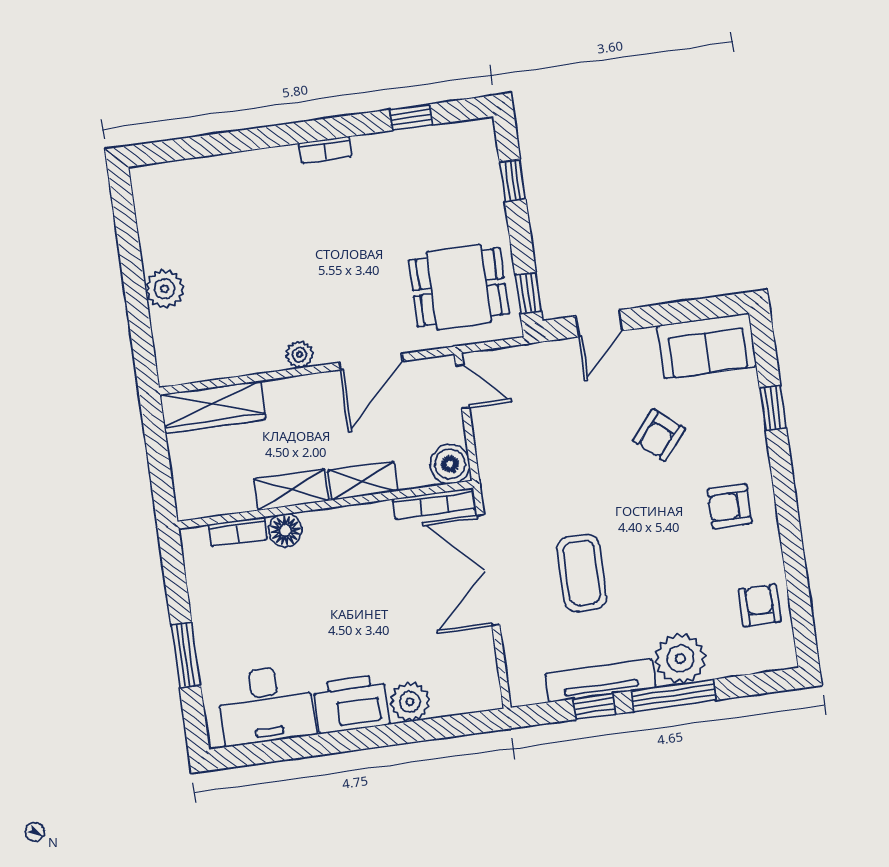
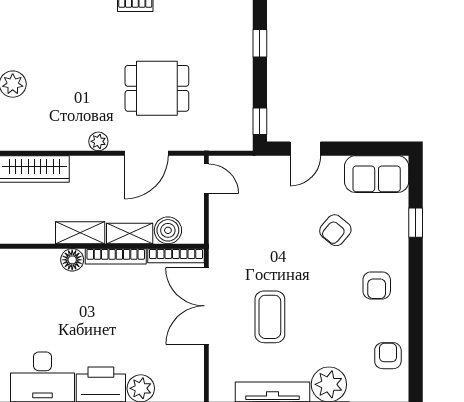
dining table: (459, 287) -> (157, 88), moved
boiler: (450, 464) -> (168, 230), moved
armchair: (729, 506) -> (377, 285), turned -90
bookcase: (238, 532) -> (116, 256), moved, width x1.56

